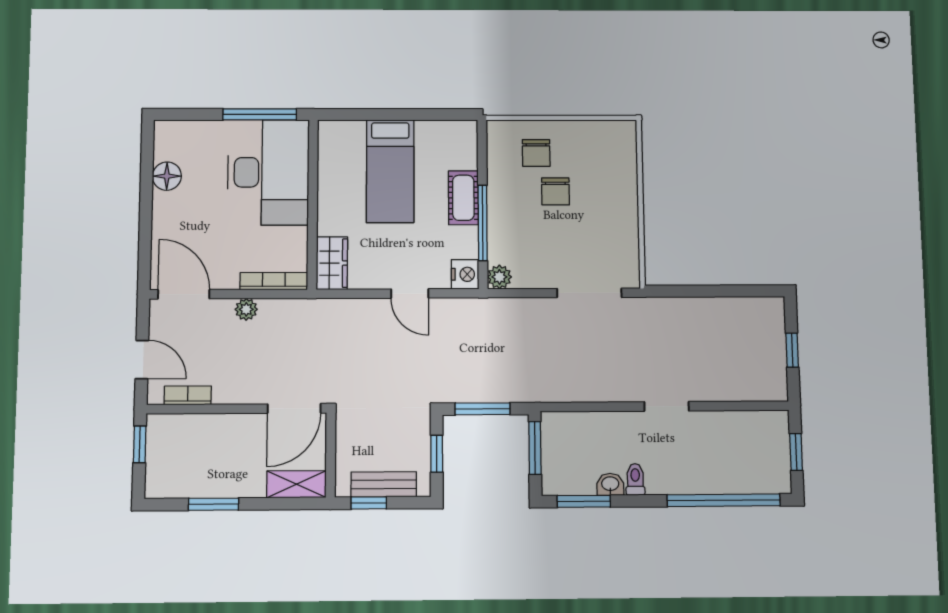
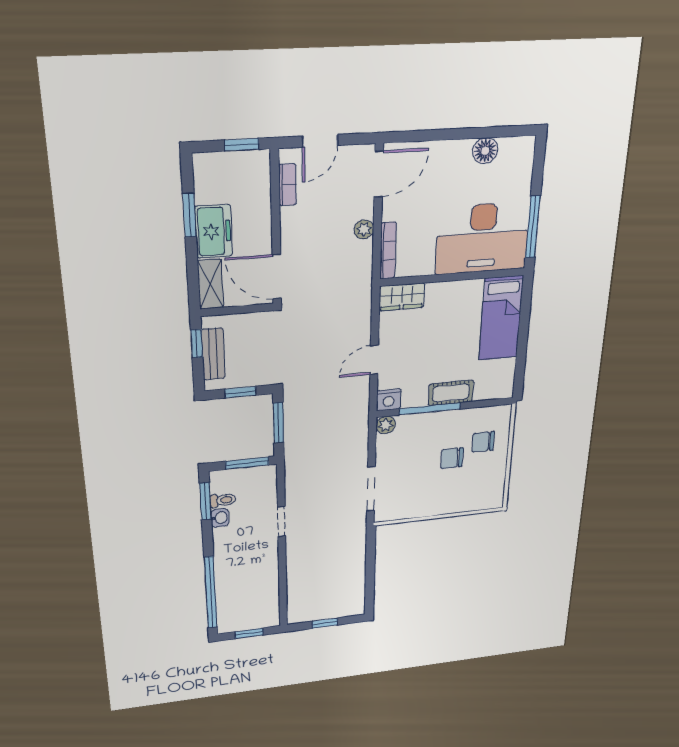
bed: (390, 171) -> (501, 318), moved, turned -90
doorway: (667, 406) -> (282, 521), moved
freezer: (234, 478) -> (214, 231), added
toilet: (635, 479) -> (223, 500), moved

